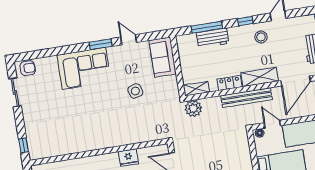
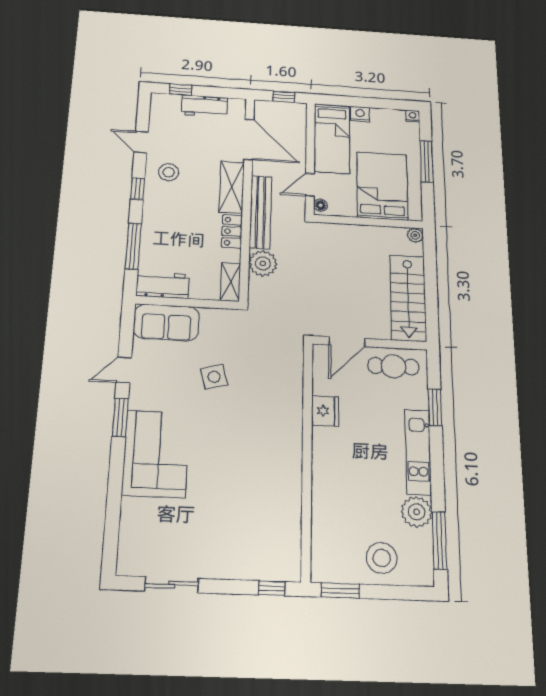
workbench: (213, 38) -> (163, 285), moved, turned -90
armchair: (28, 68) -> (133, 553), removed
plant: (193, 108) -> (263, 263), moved

